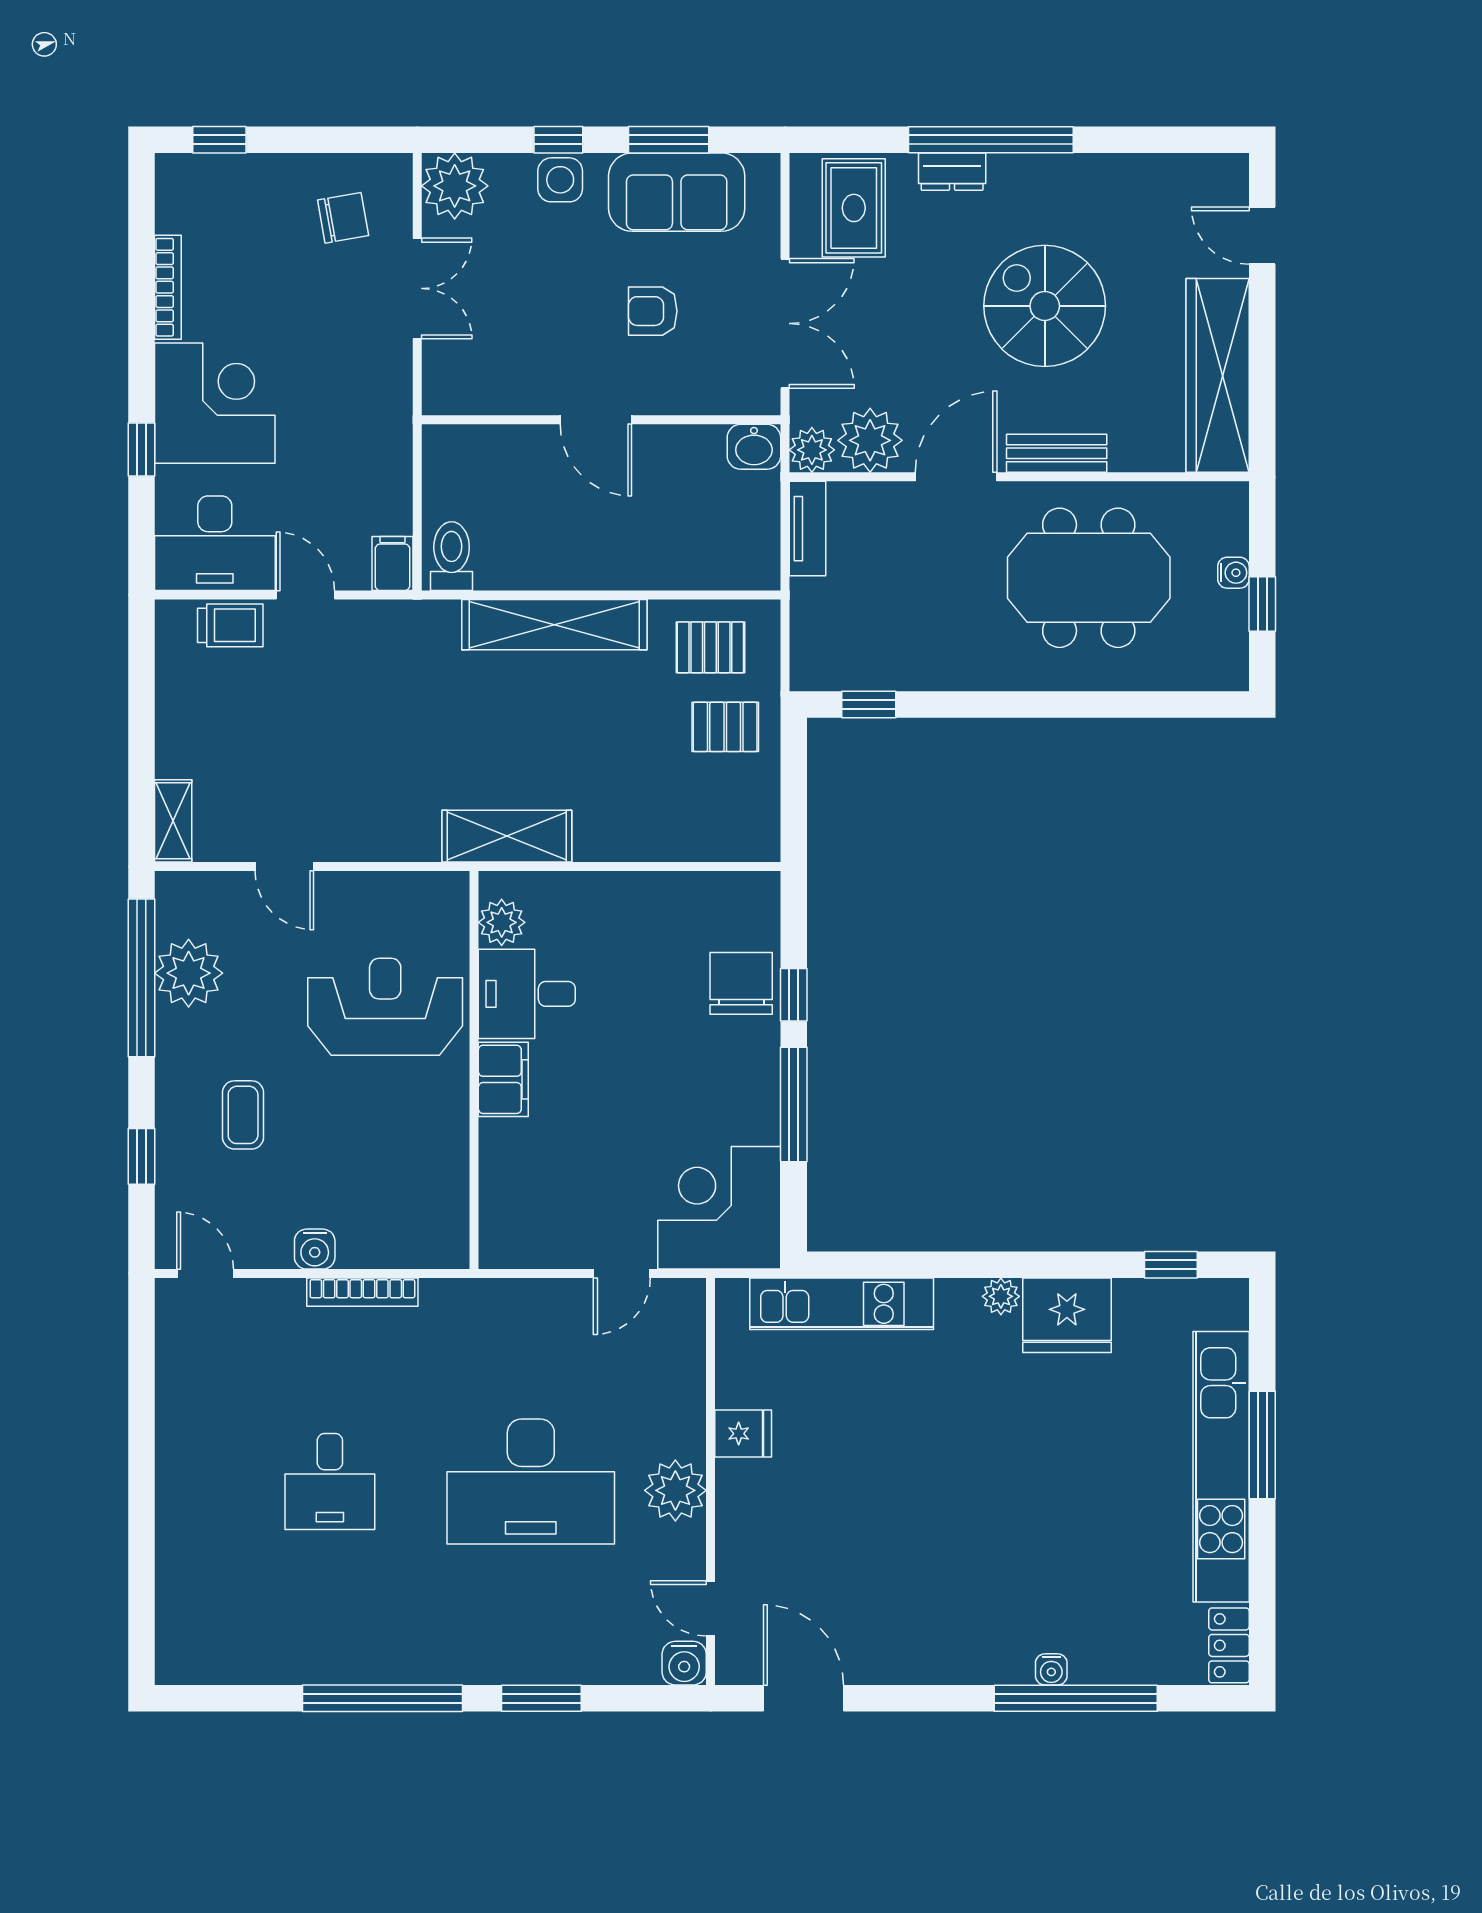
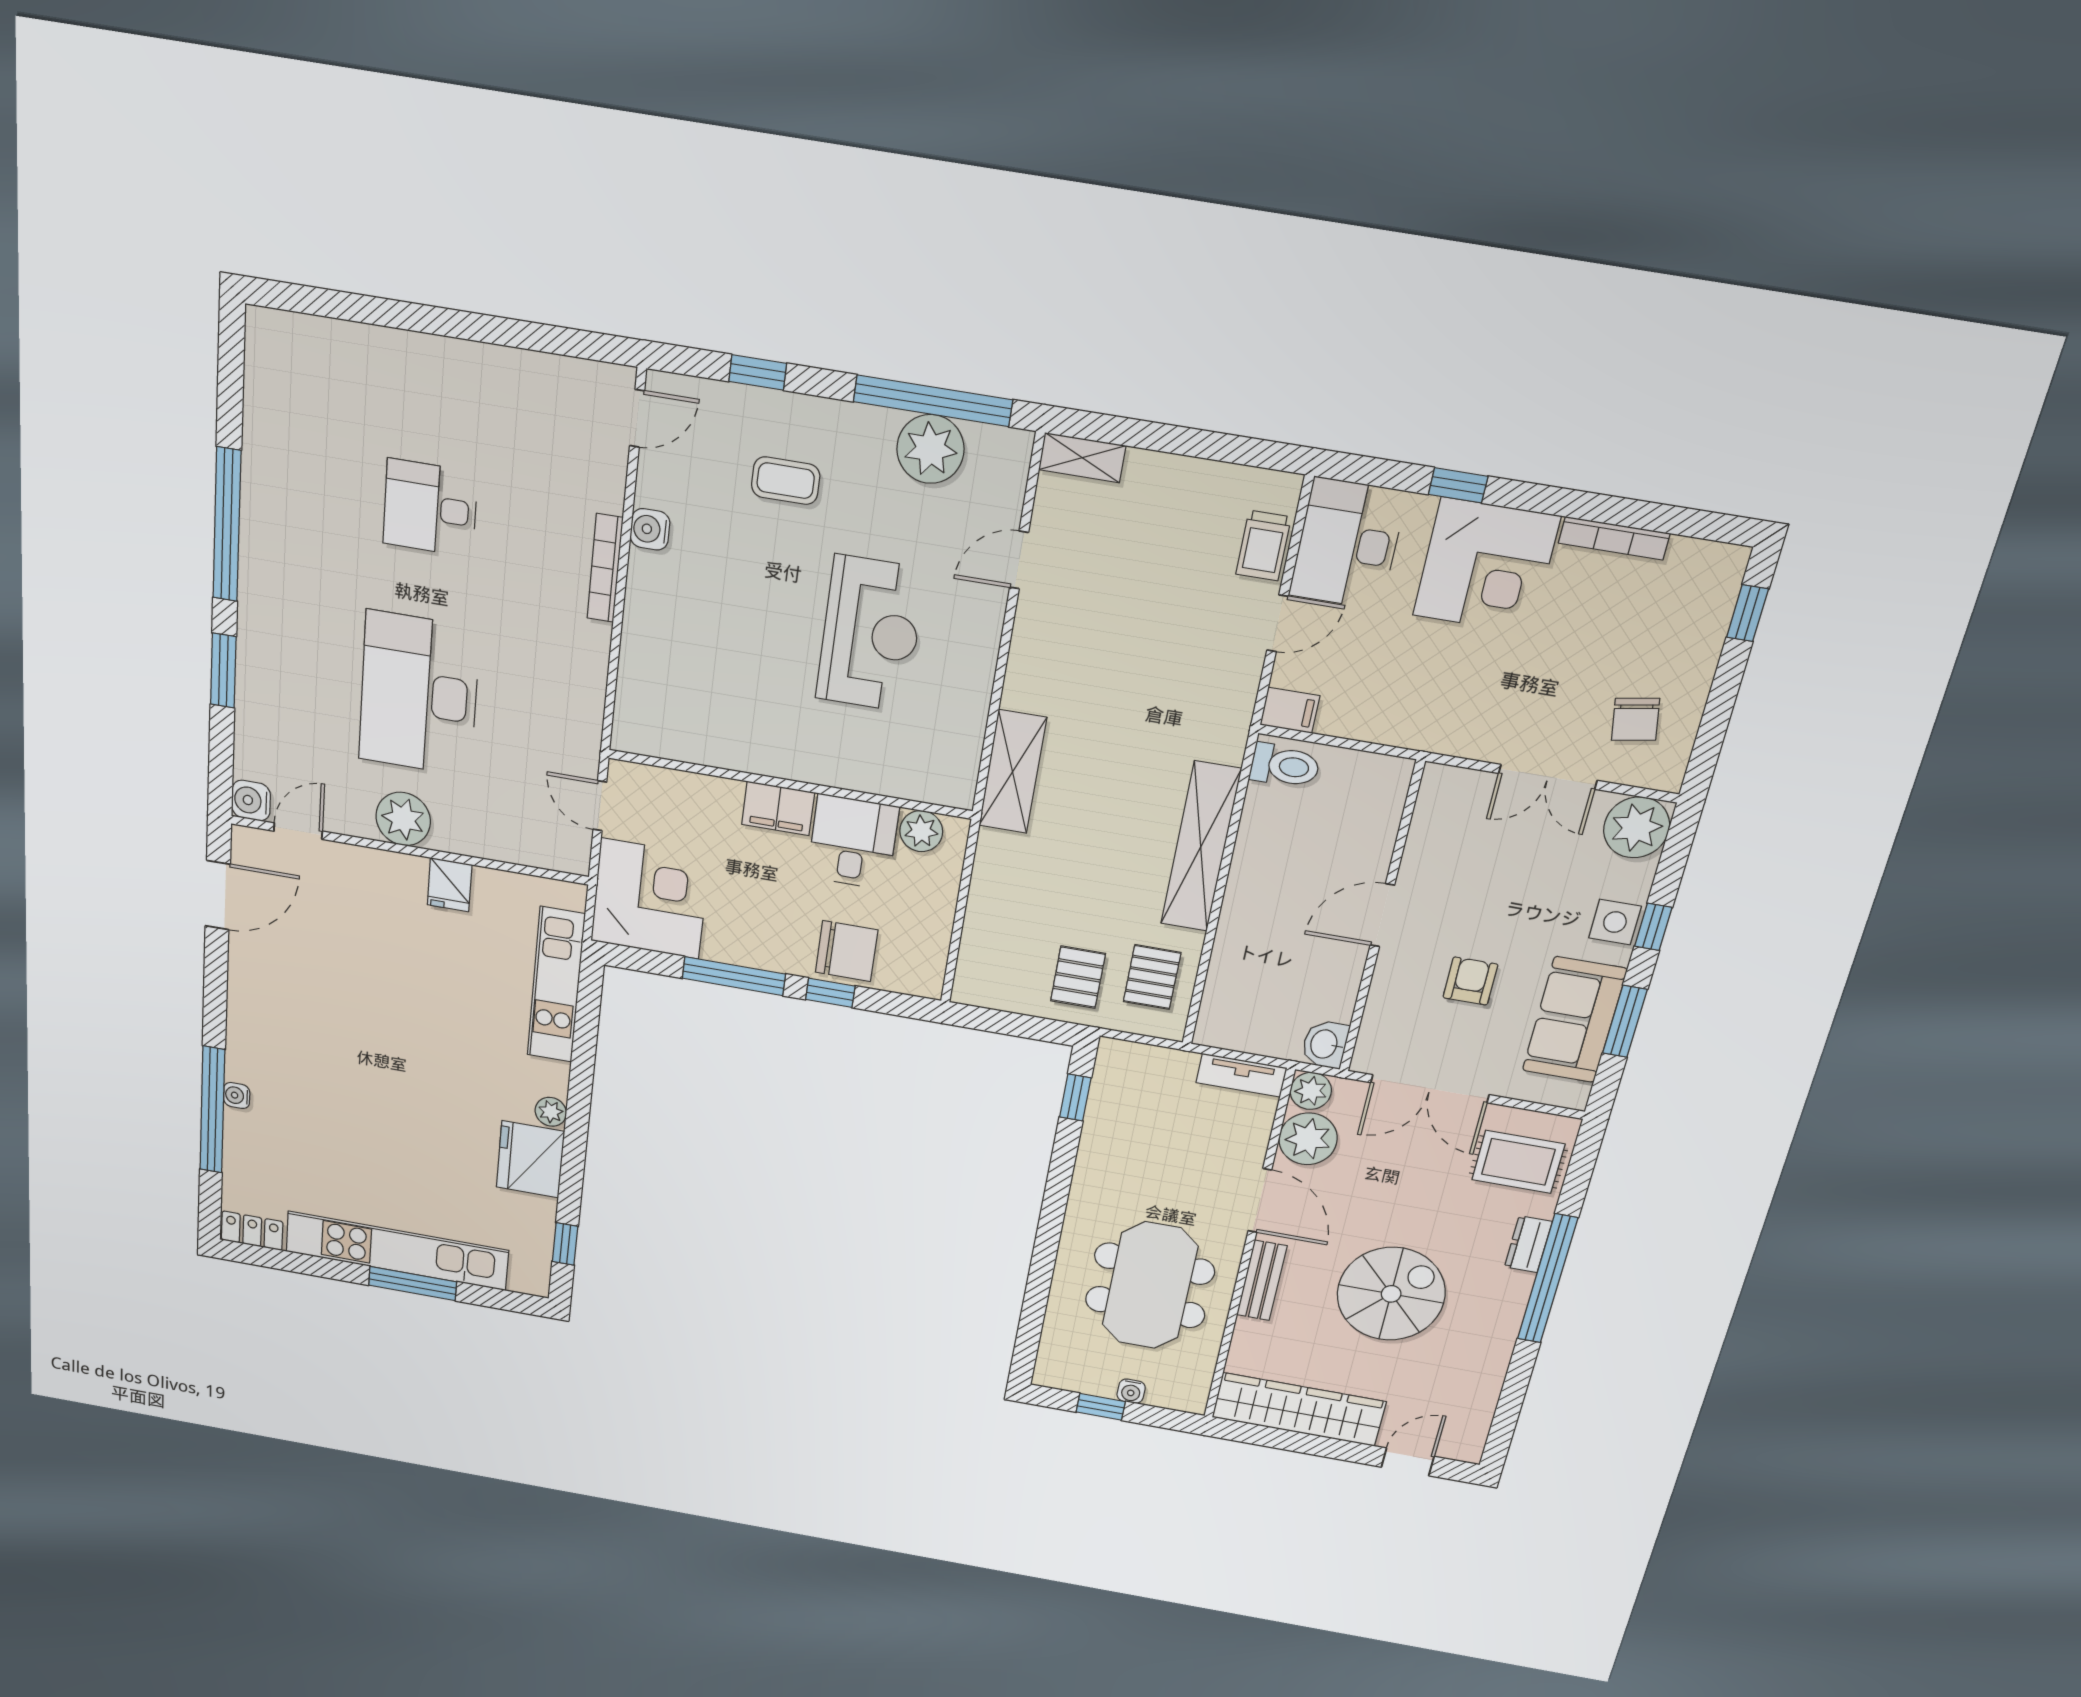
plant: (502, 922) -> (921, 831), moved
desk: (527, 994) -> (853, 842), moved
wall: (474, 1070) -> (790, 784), moved
filing cabinet: (503, 1079) -> (778, 808), moved

